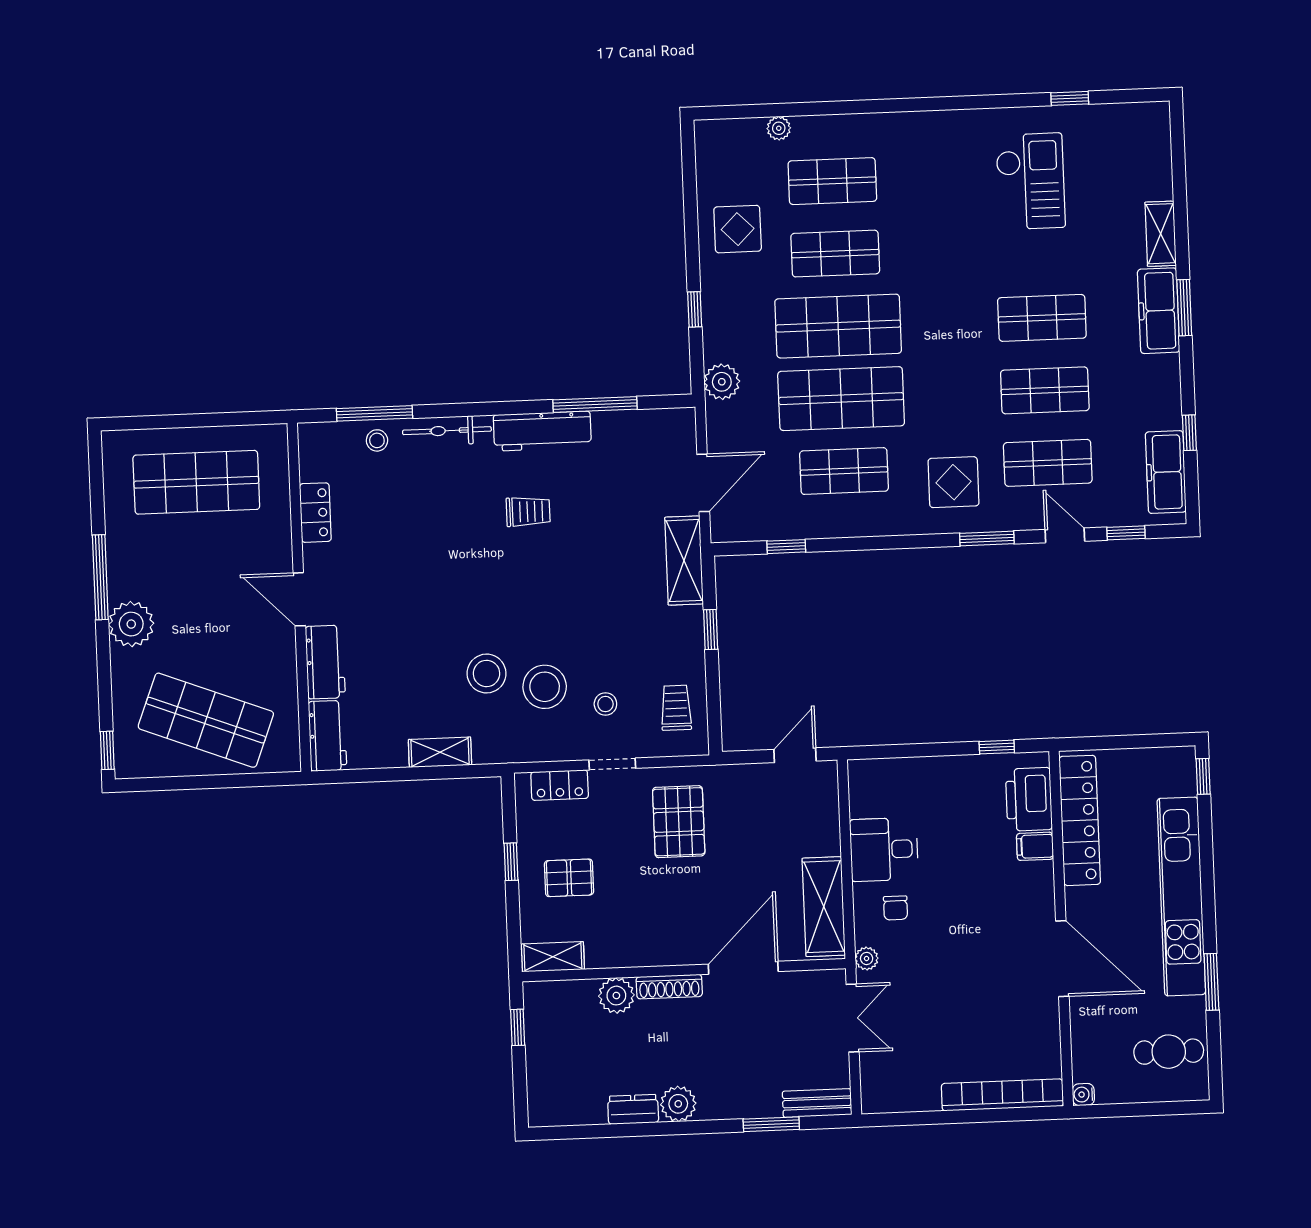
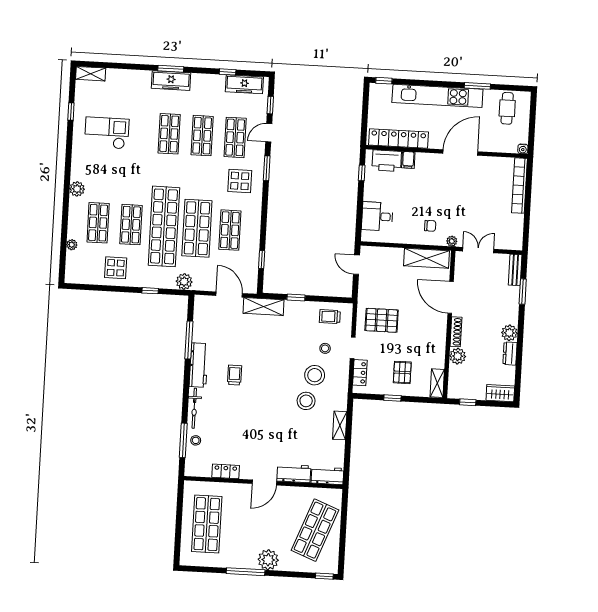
plant: (902, 128) -> (77, 189), added
shelving: (1161, 234) -> (91, 74), moved
shop shelf: (838, 326) -> (164, 226), width x1.40
desk: (884, 849) -> (377, 216), moved, turned 90
wardrobe: (544, 1097) -> (500, 393), added

